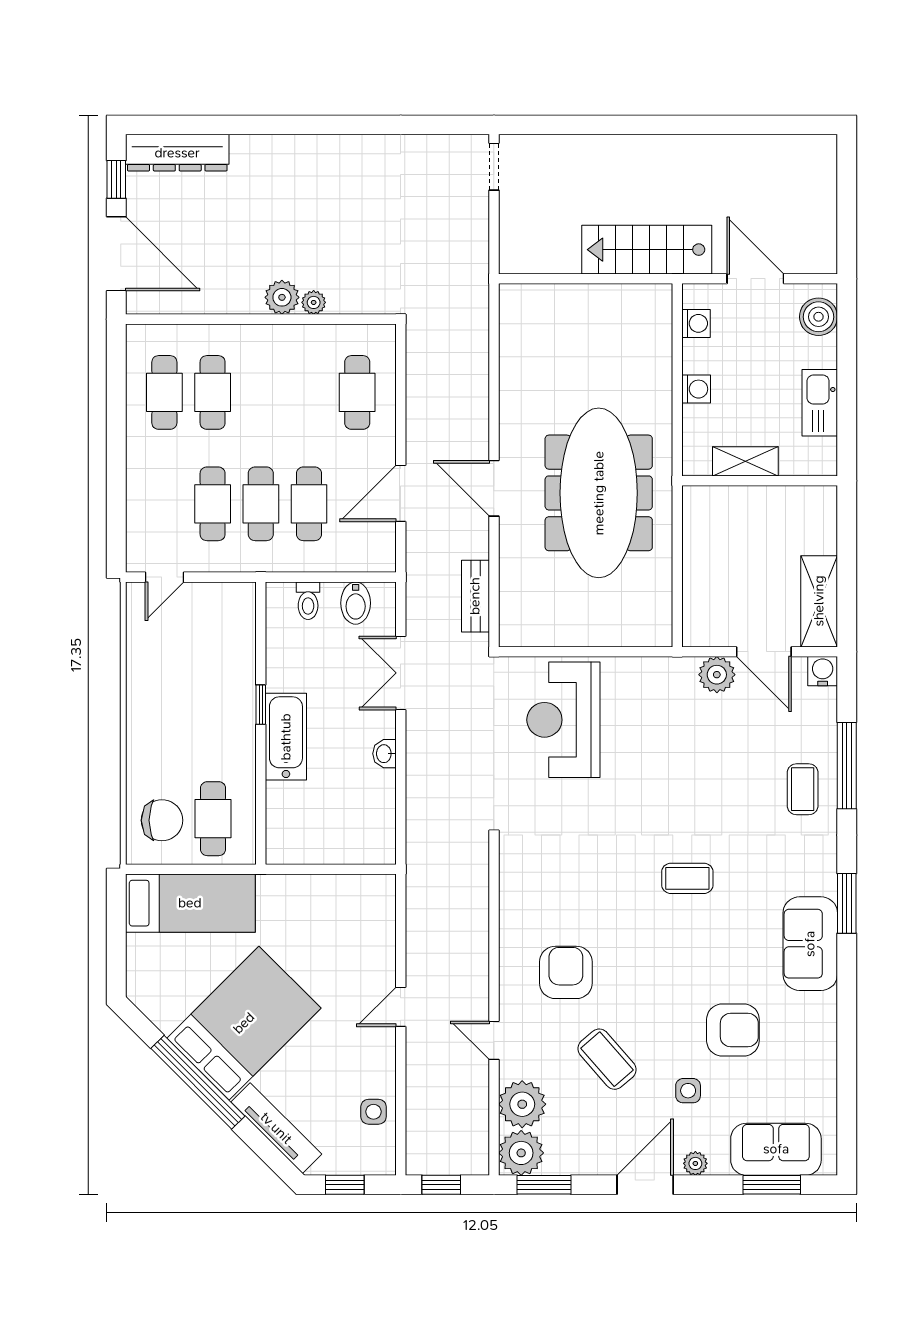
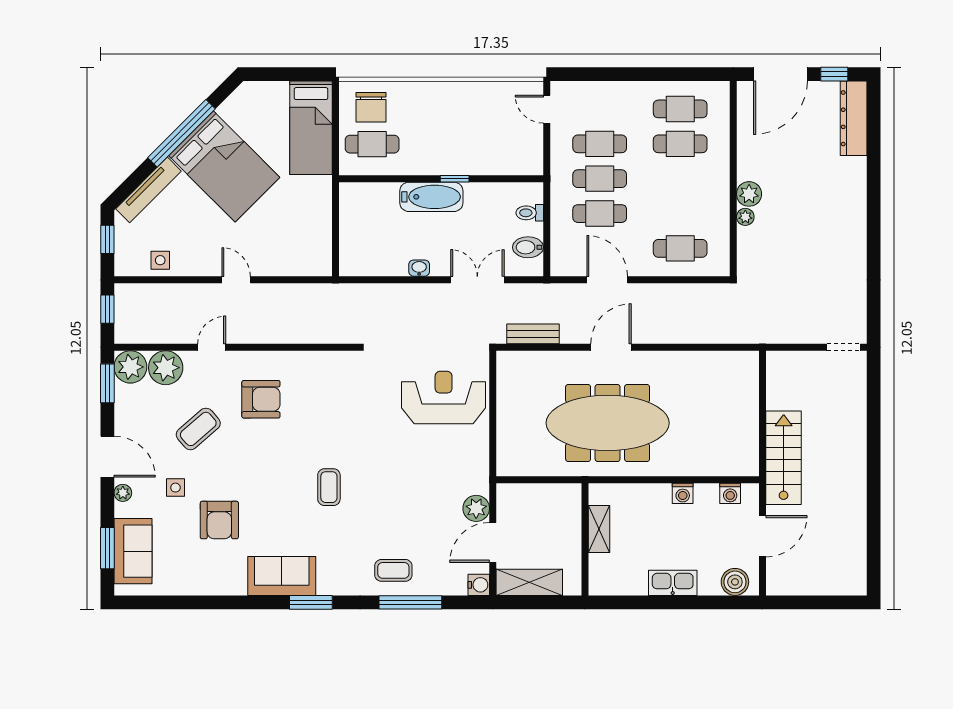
shelving: (745, 461) -> (599, 529), moved
wall: (760, 481) -> (585, 539), moved

